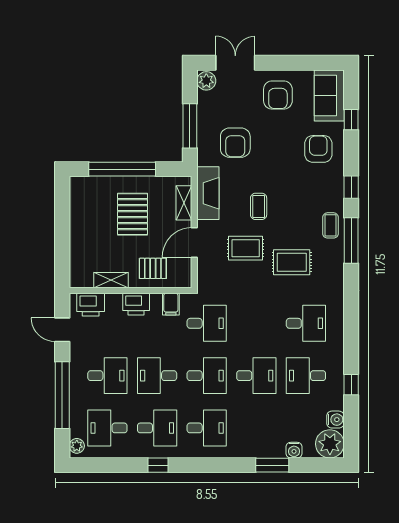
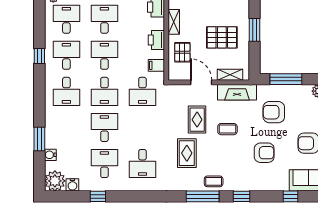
armchair: (318, 149) -> (264, 153), moved
window: (122, 169) -> (255, 30), width x0.47
desk: (107, 376) -> (104, 19), turned 180
desk: (256, 376) -> (104, 127), turned 180
desk: (157, 428) -> (66, 55), turned 180

